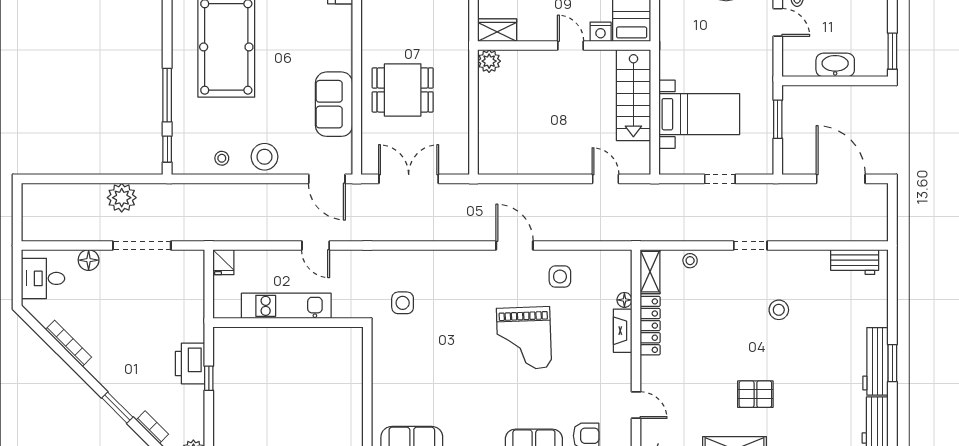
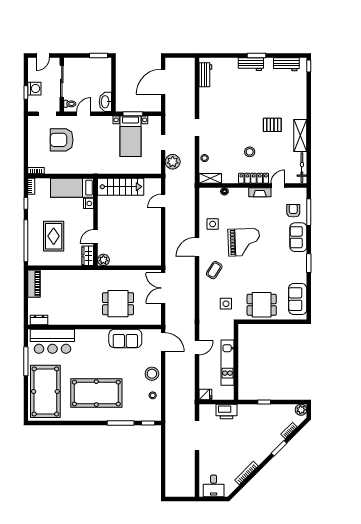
door: (571, 45) -> (96, 236), moved
washbasin: (835, 65) -> (105, 102), moved
dining table: (403, 90) -> (118, 304), turned 90
bed with nightstands: (699, 114) -> (130, 136), moved, turned 180
door: (327, 179) -> (163, 342), hinge flipped
double door: (409, 179) -> (163, 288), moved
plant: (122, 198) -> (173, 162), moved
floor lamp: (89, 260) -> (204, 463), removed
coffee table: (469, 280) -> (214, 270), added
stool: (779, 310) -> (250, 152), moved
locker: (650, 326) -> (254, 178), moved
fireplace: (623, 331) -> (260, 192), moved
workbench: (875, 361) -> (251, 64), width x0.73
printer: (190, 363) -> (226, 411), moved
dining table: (401, 373) -> (262, 305), added
pallet: (755, 394) -> (272, 125), turned 90

